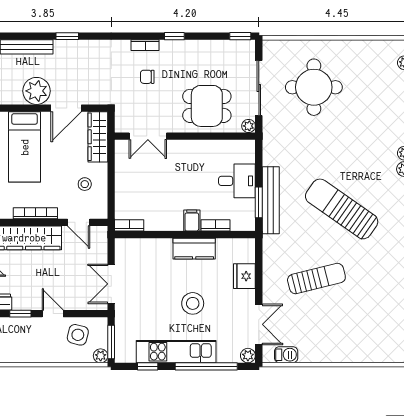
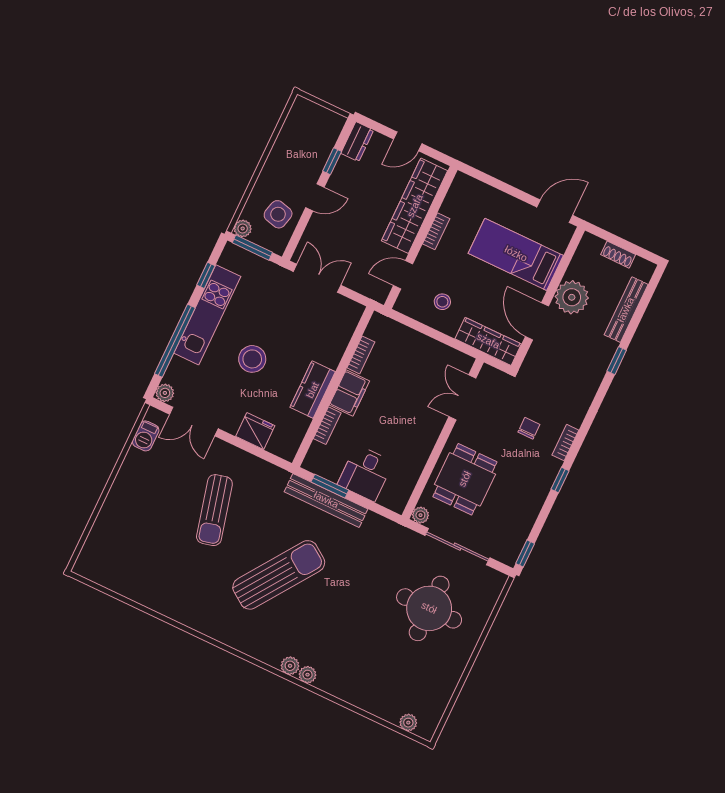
bookcase: (35, 213) -> (436, 231), width x0.64
filing cabinet: (192, 220) -> (349, 393), width x2.00
bookcase: (129, 225) -> (361, 355), moved

